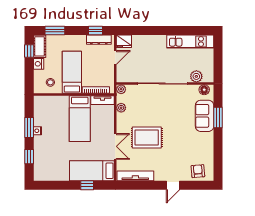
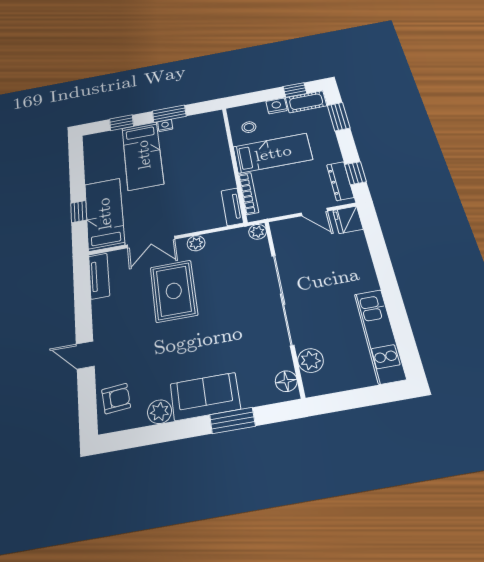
plant: (121, 108) -> (196, 243), moved
sofa: (205, 116) -> (205, 396), moved
bed: (80, 119) -> (143, 155), moved, turned -90
plant: (208, 151) -> (160, 412), added
tv unit: (135, 176) -> (99, 276), width x0.71

